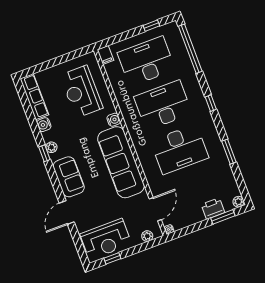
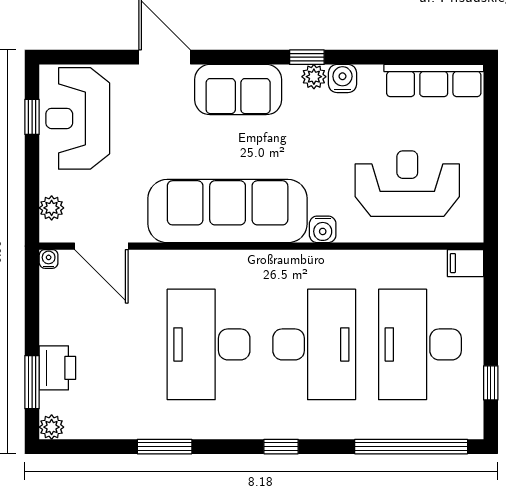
desk: (146, 61) -> (420, 344), turned 180
water cooler: (44, 125) -> (342, 79), moved

